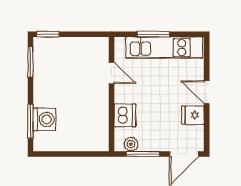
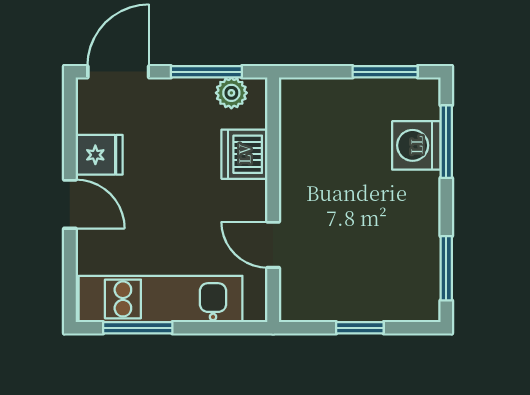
window: (48, 34) -> (360, 328), moved
window: (153, 34) -> (138, 328), moved
window: (59, 154) -> (385, 72), added

